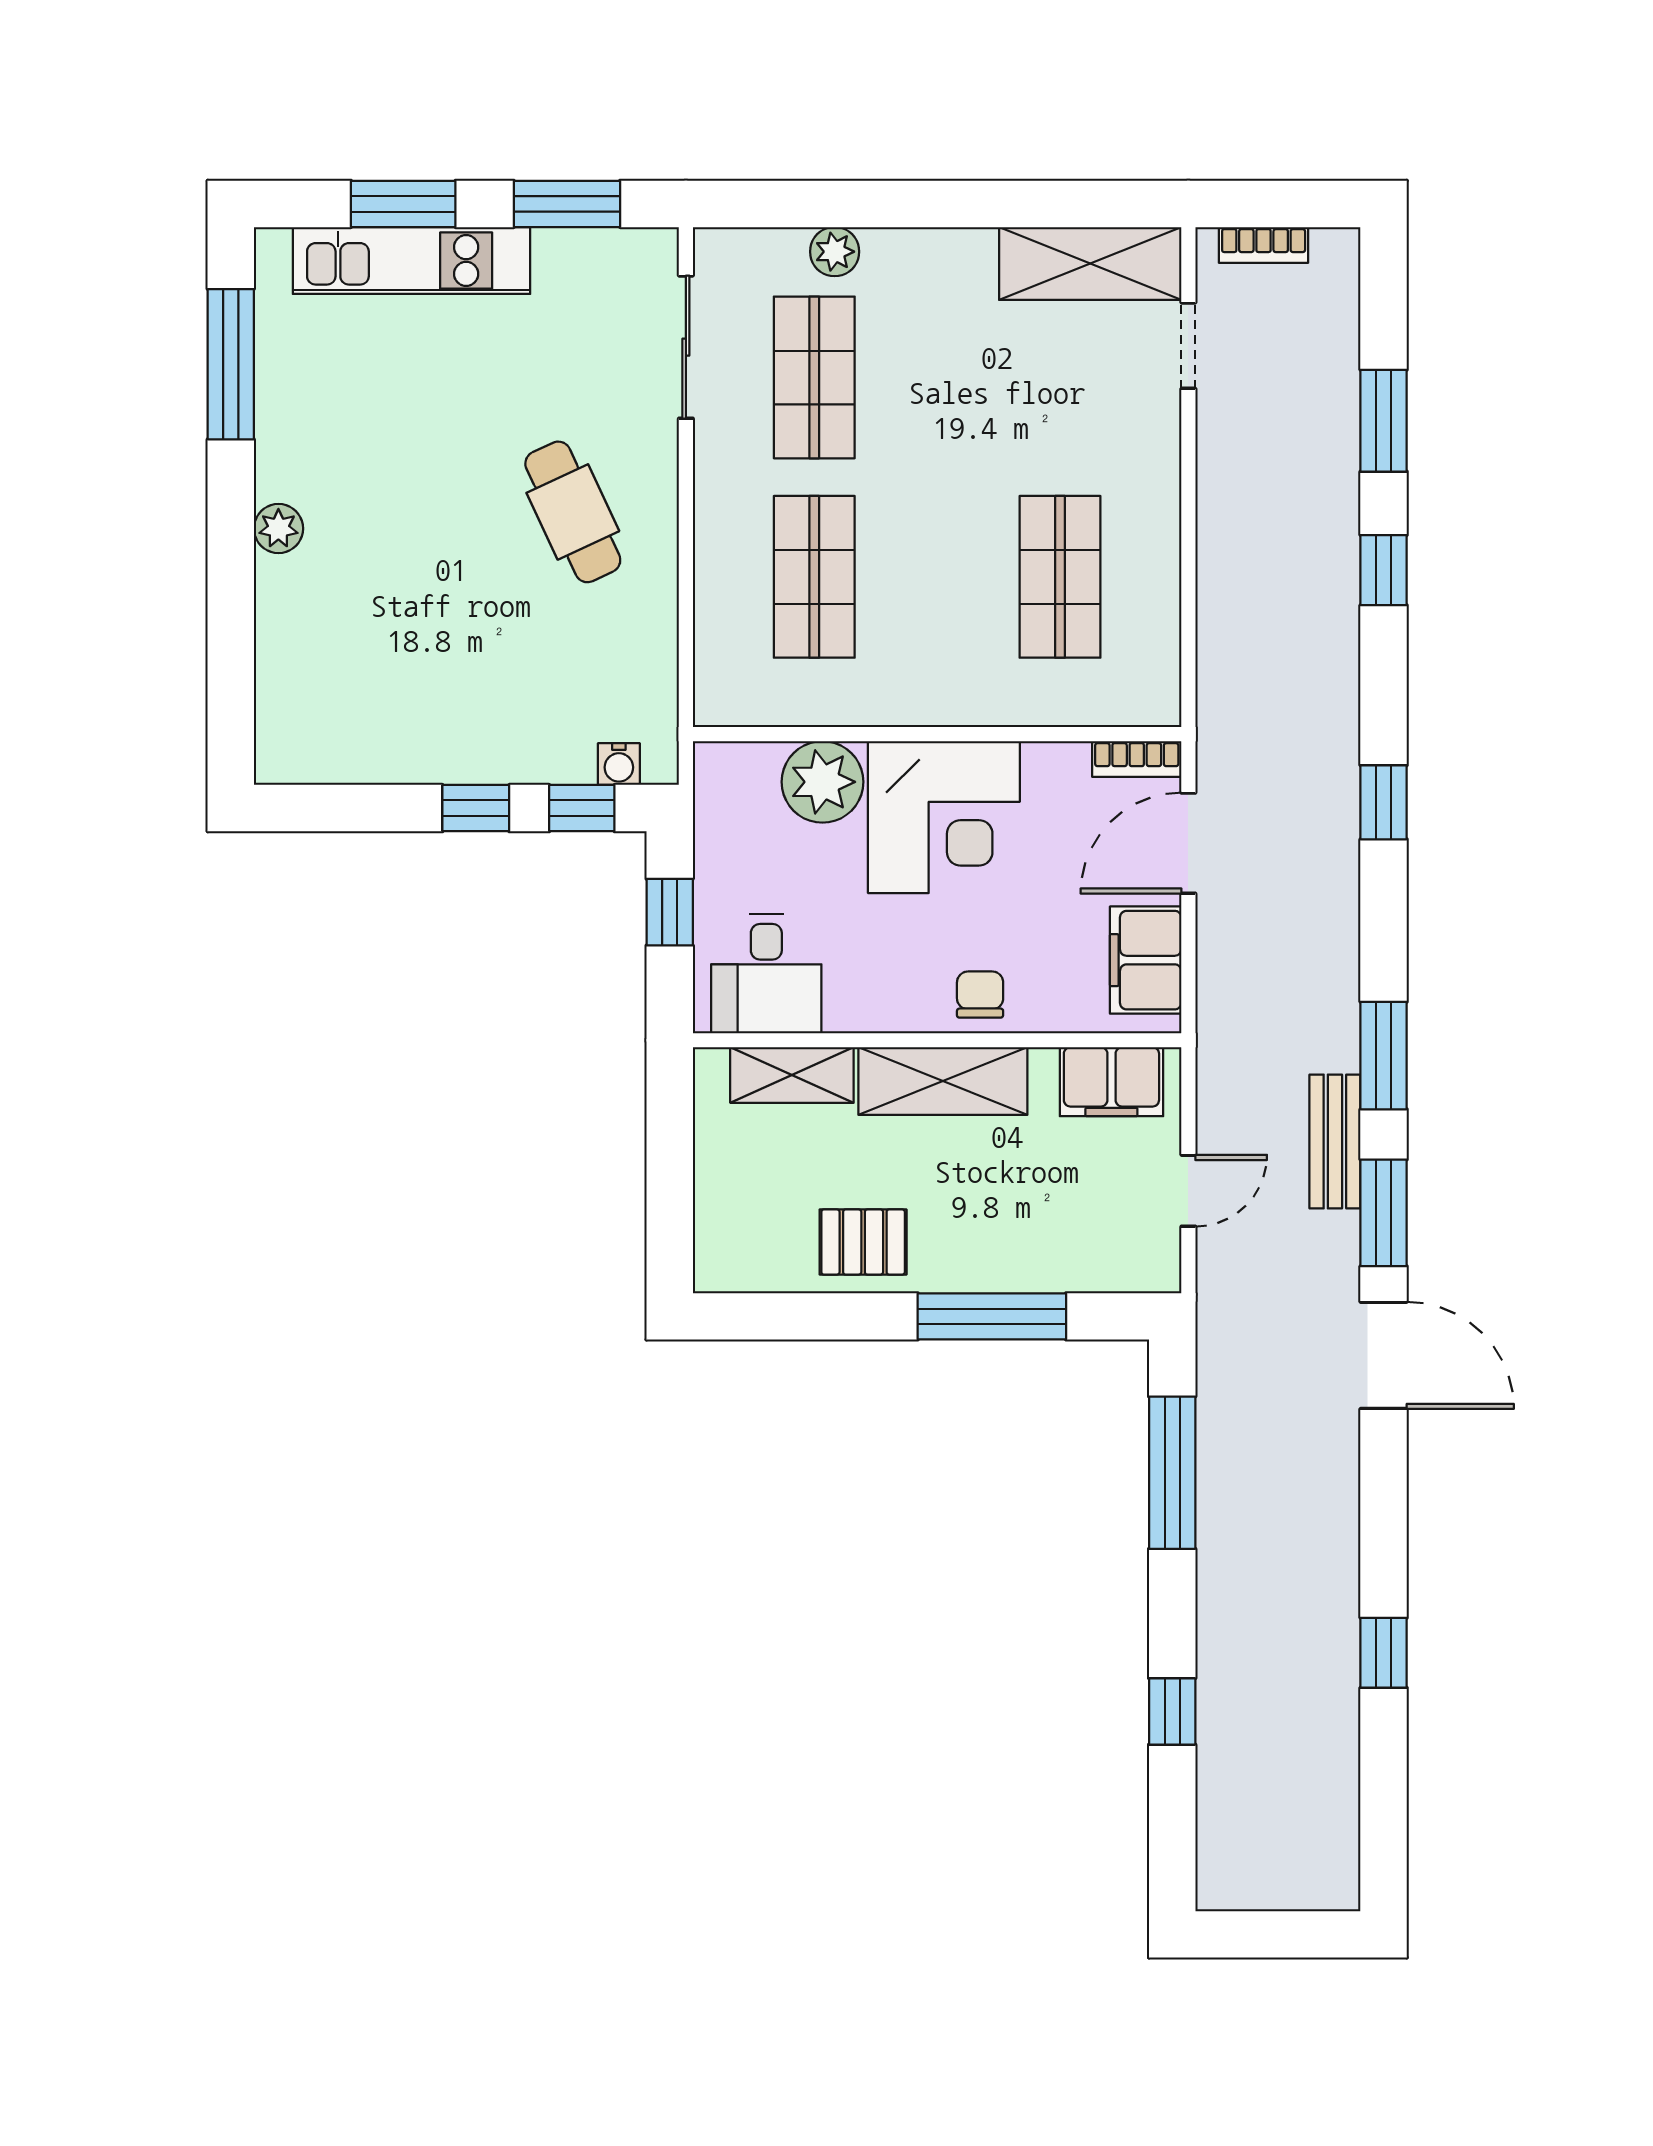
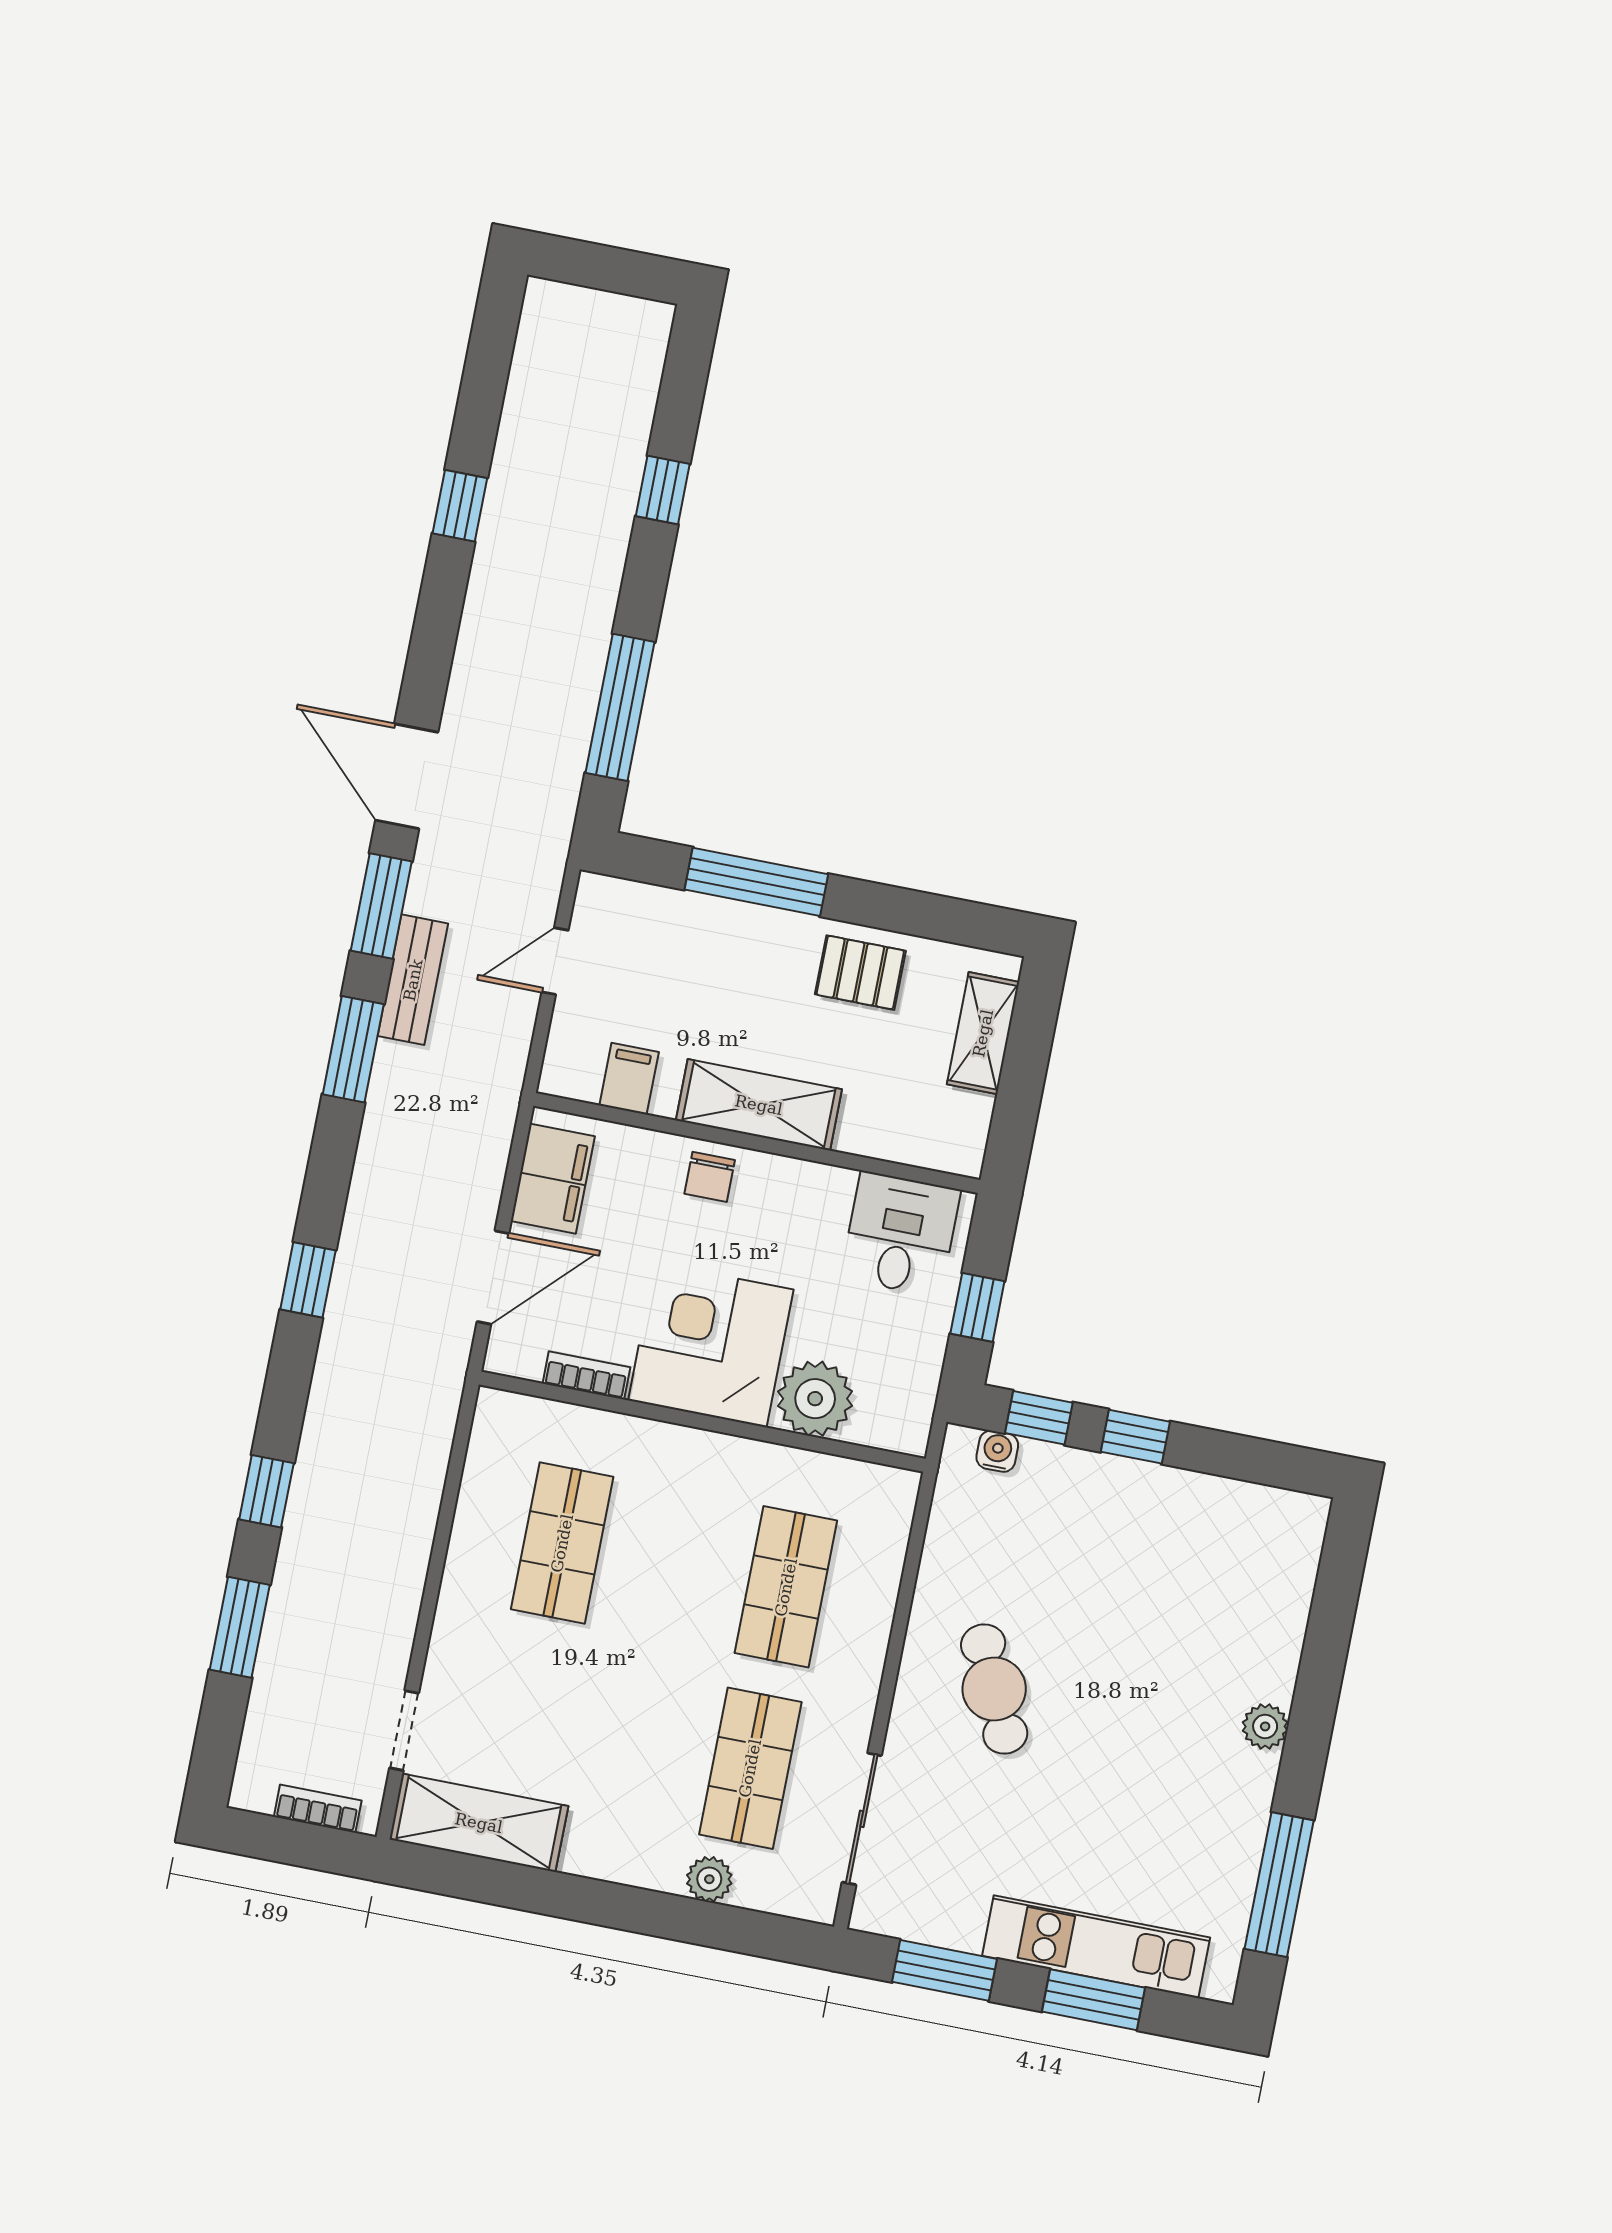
bookcase: (1137, 759) -> (586, 1375), moved
shelving: (792, 1075) -> (983, 1033), moved, turned 90
filing cabinet: (1111, 1082) -> (629, 1079), width x0.50

